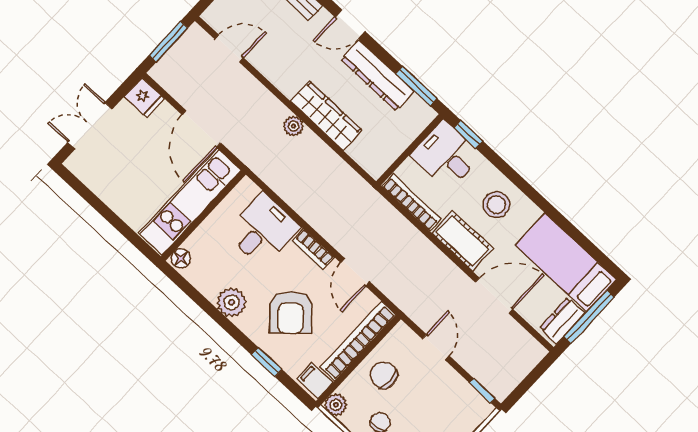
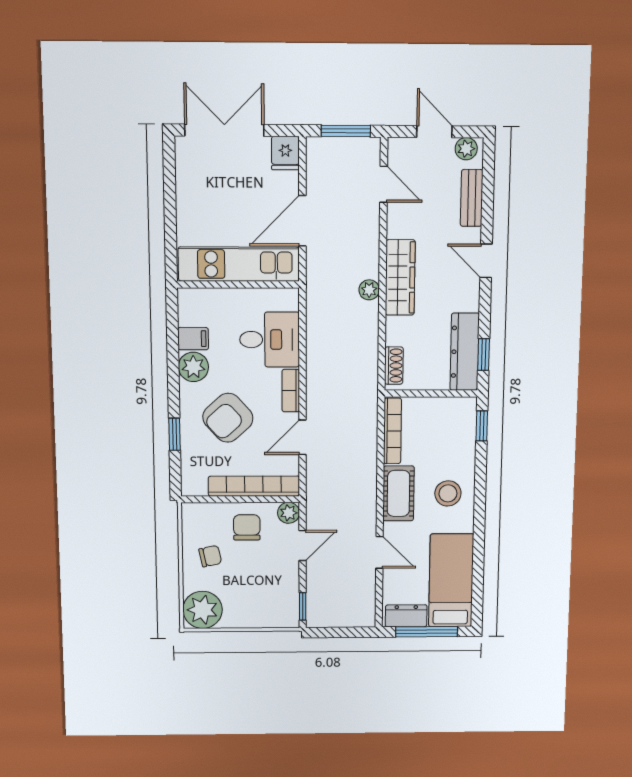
dresser: (377, 75) -> (465, 352), moved
window: (417, 86) -> (484, 355), width x0.67
wardrobe: (326, 116) -> (400, 278), moved
double door: (90, 126) -> (224, 130), width x1.37
desk: (446, 155) -> (451, 424), removed
shoe rack: (364, 158) -> (394, 366), added
floor lamp: (181, 258) -> (190, 298), removed
door: (494, 296) -> (379, 552), width x0.73
filing cabinet: (315, 381) -> (193, 339), moved, turned 90
plant: (336, 405) -> (289, 513), moved

